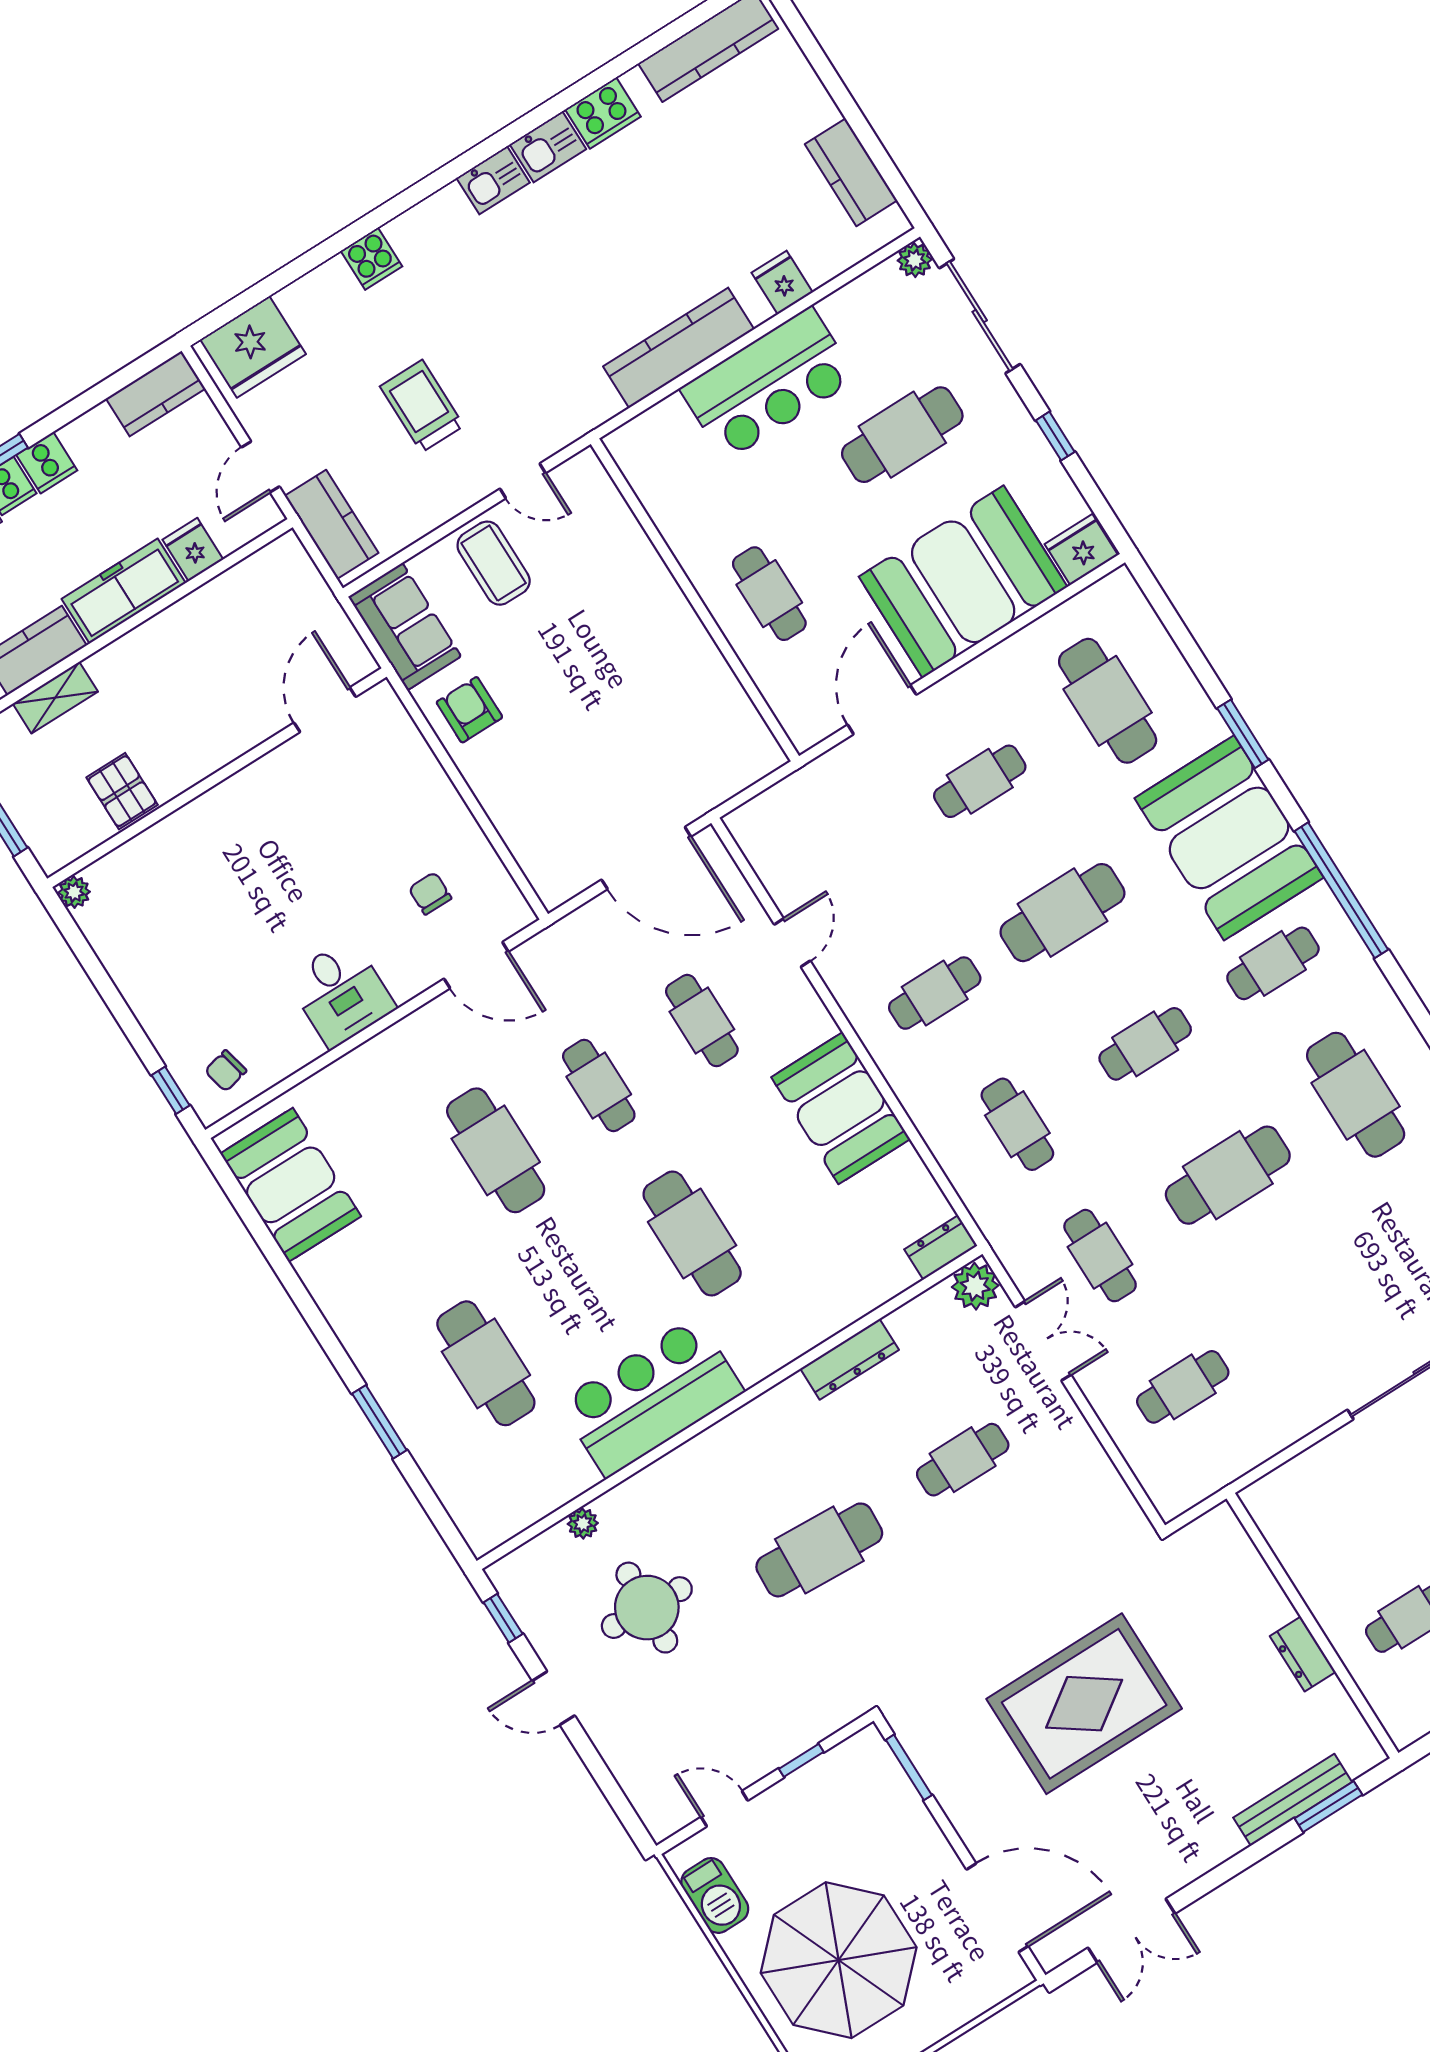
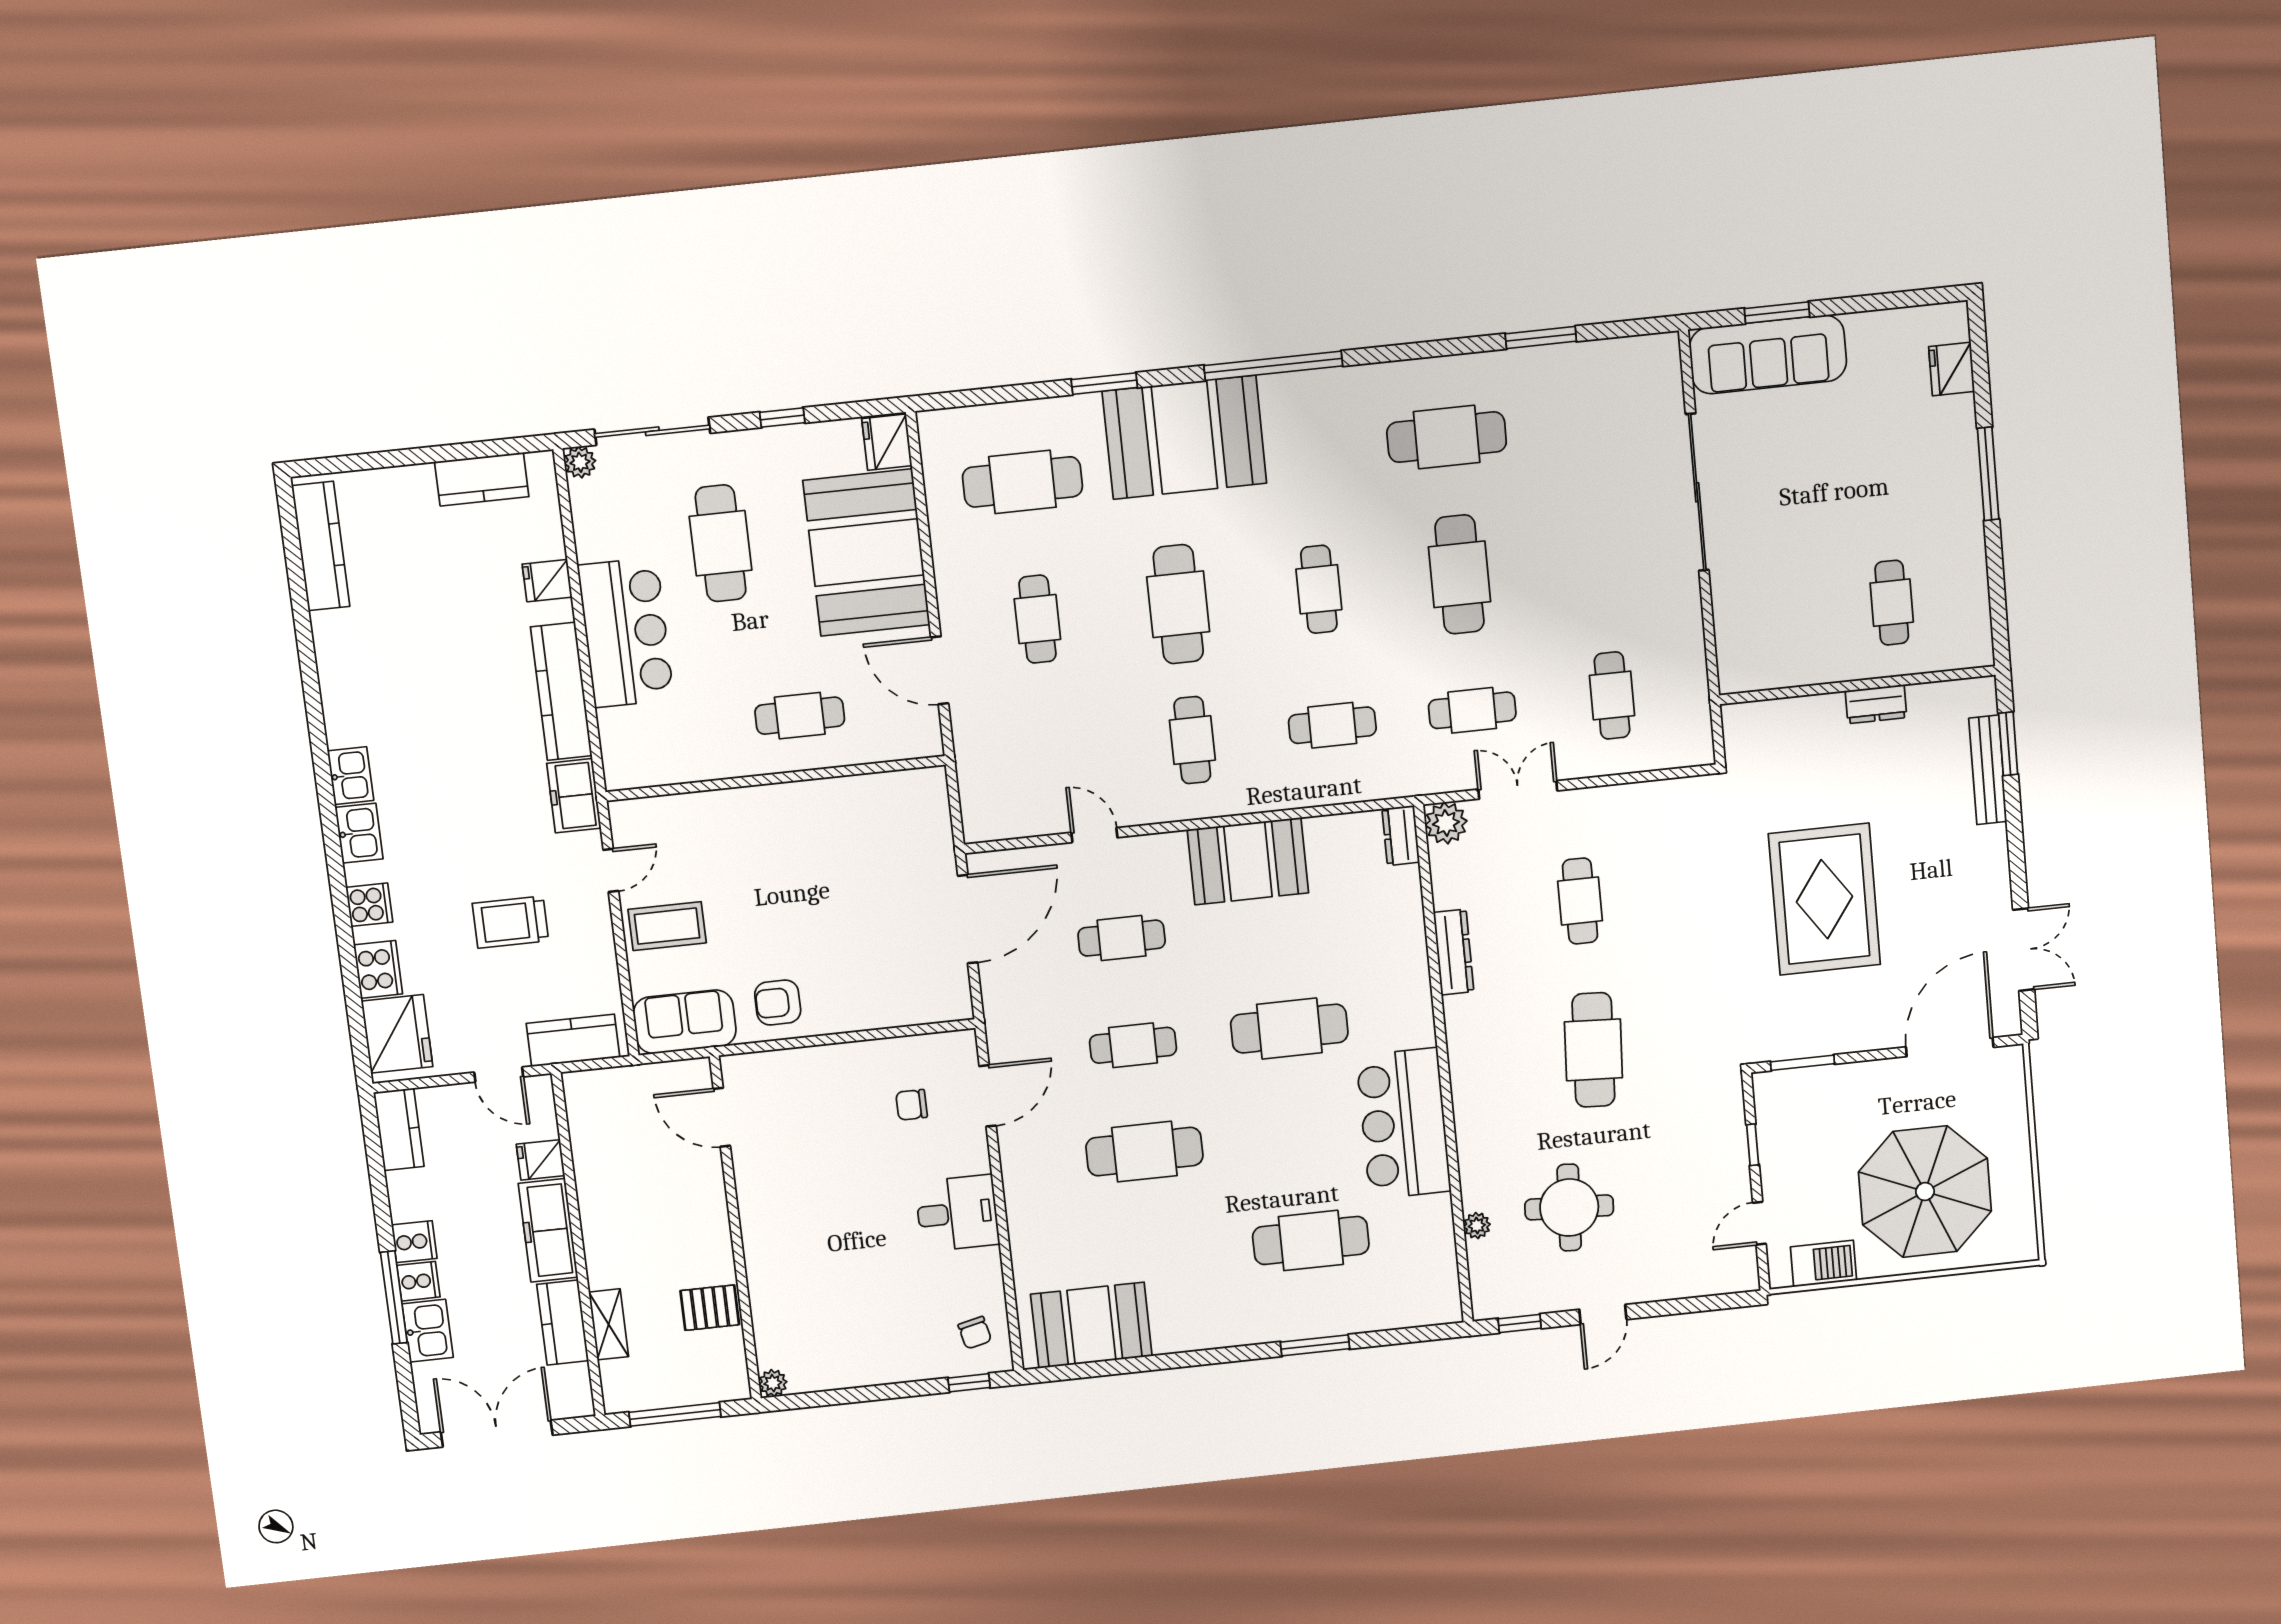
cooker: (603, 113) -> (378, 969), moved
kitchen sink: (548, 147) -> (359, 833), moved
freezer: (580, 409) -> (574, 796), added
cafe table: (1273, 963) -> (1305, 452), removed

